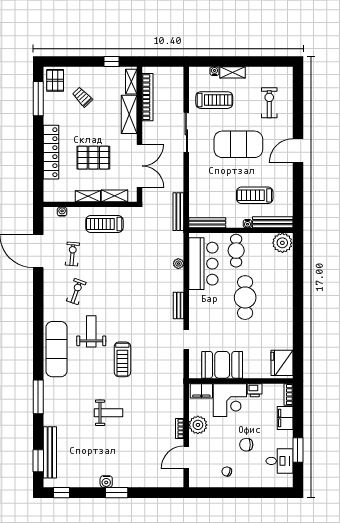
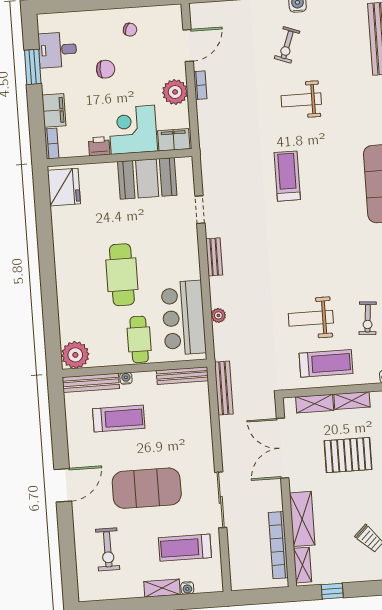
exercise bike: (76, 292) -> (287, 45), moved
weight bench: (91, 331) -> (311, 318), moved, turned 90

